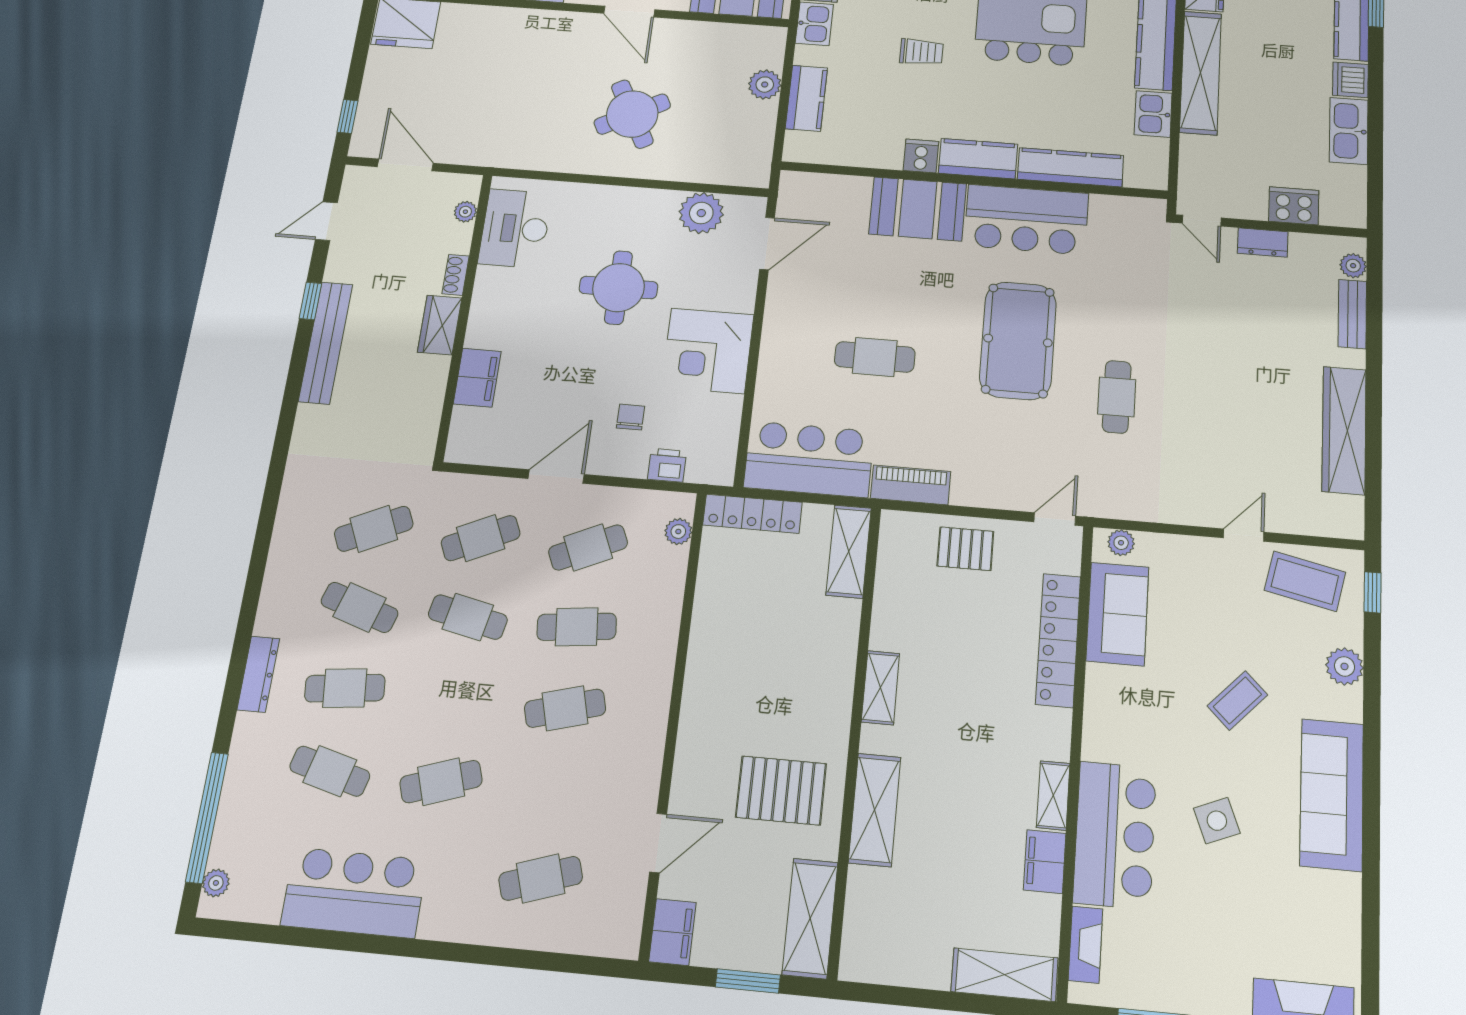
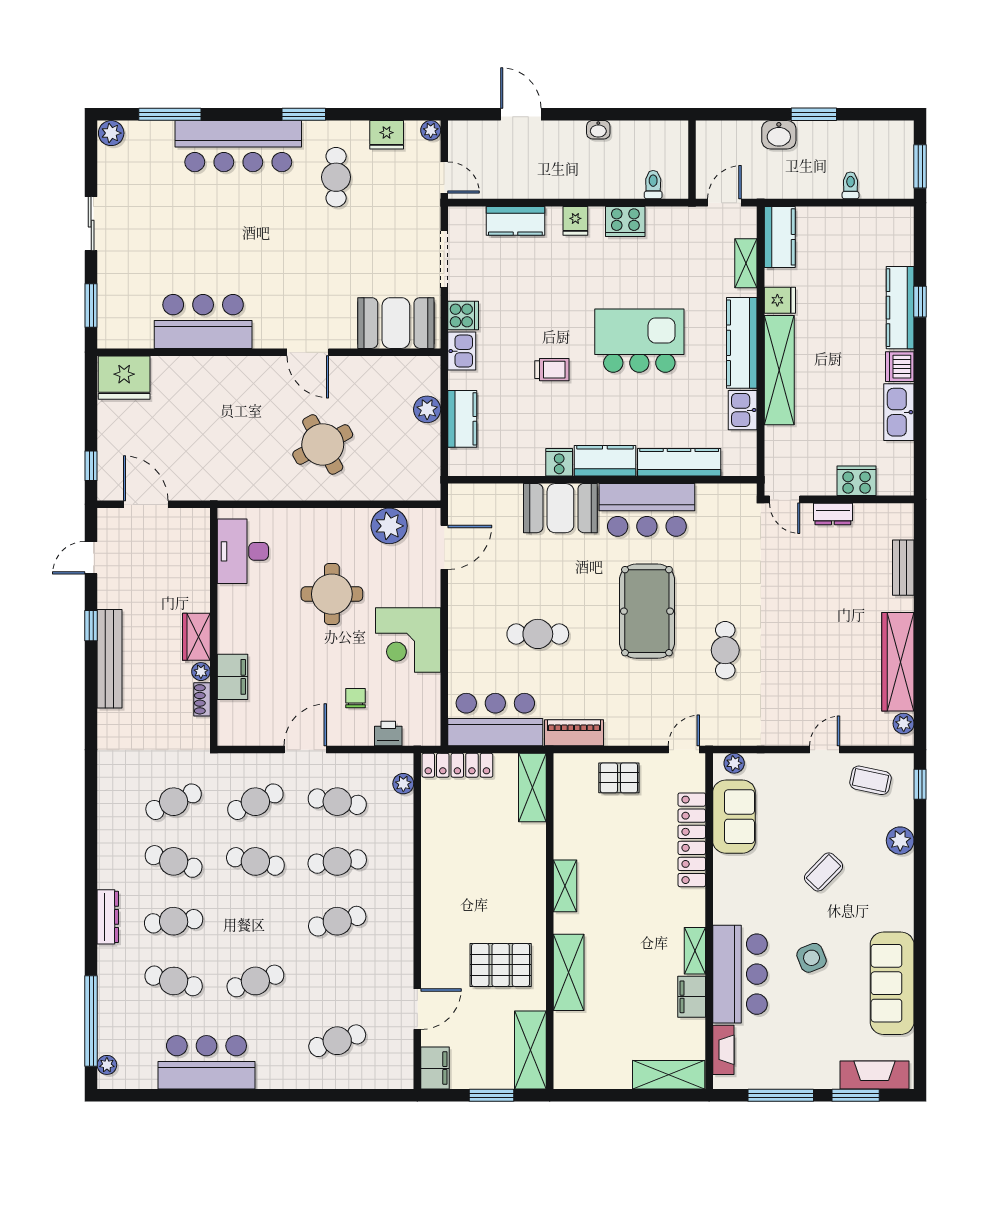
plant: (465, 212) -> (201, 672), moved
plant: (1353, 266) -> (904, 724), moved
shoe rack: (456, 275) -> (202, 699), moved
cafe table: (588, 547) -> (337, 802), turned 33
coffee table: (1305, 581) -> (870, 780), width x0.73, depth x0.77
sofa: (1332, 794) -> (892, 983), moved

